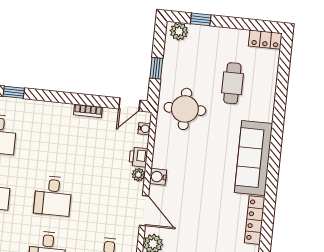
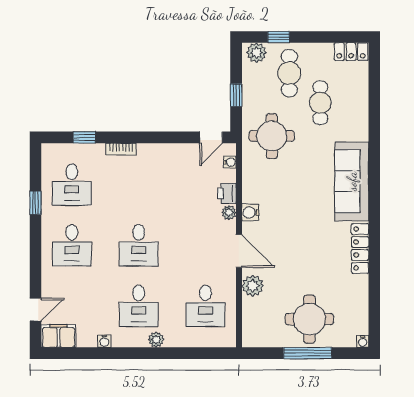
cafe table: (207, 53) -> (289, 73), added
bookcase: (88, 111) -> (121, 149), moved

